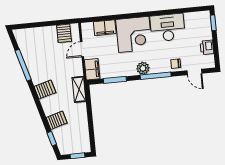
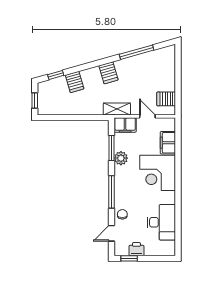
window: (213, 23) -> (129, 258), moved
desk: (168, 28) -> (161, 222), moved
plant: (143, 68) -> (121, 158), moved
shelving: (79, 89) -> (117, 109), moved

